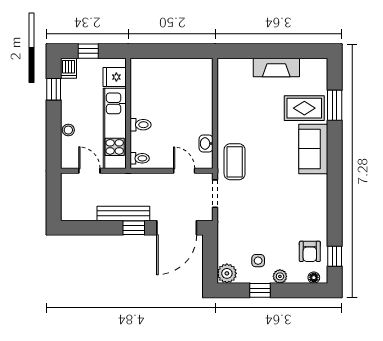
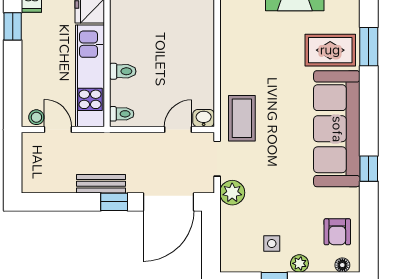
stool: (68, 130) -> (36, 117), moved
washbasin: (206, 143) -> (204, 118), moved, turned 90
sofa: (313, 149) -> (337, 129), width x1.85, depth x1.27
door: (184, 171) -> (178, 130), hinge flipped
bench: (123, 213) -> (101, 184), width x0.73
window: (335, 256) -> (369, 169), moved
plant: (227, 273) -> (232, 193), moved

